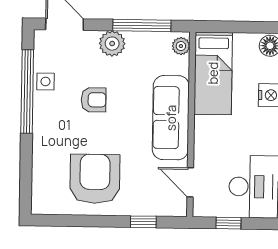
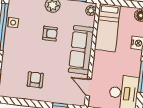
armchair: (94, 100) -> (50, 34), moved
armchair: (95, 179) -> (35, 80), width x0.53, depth x0.53

